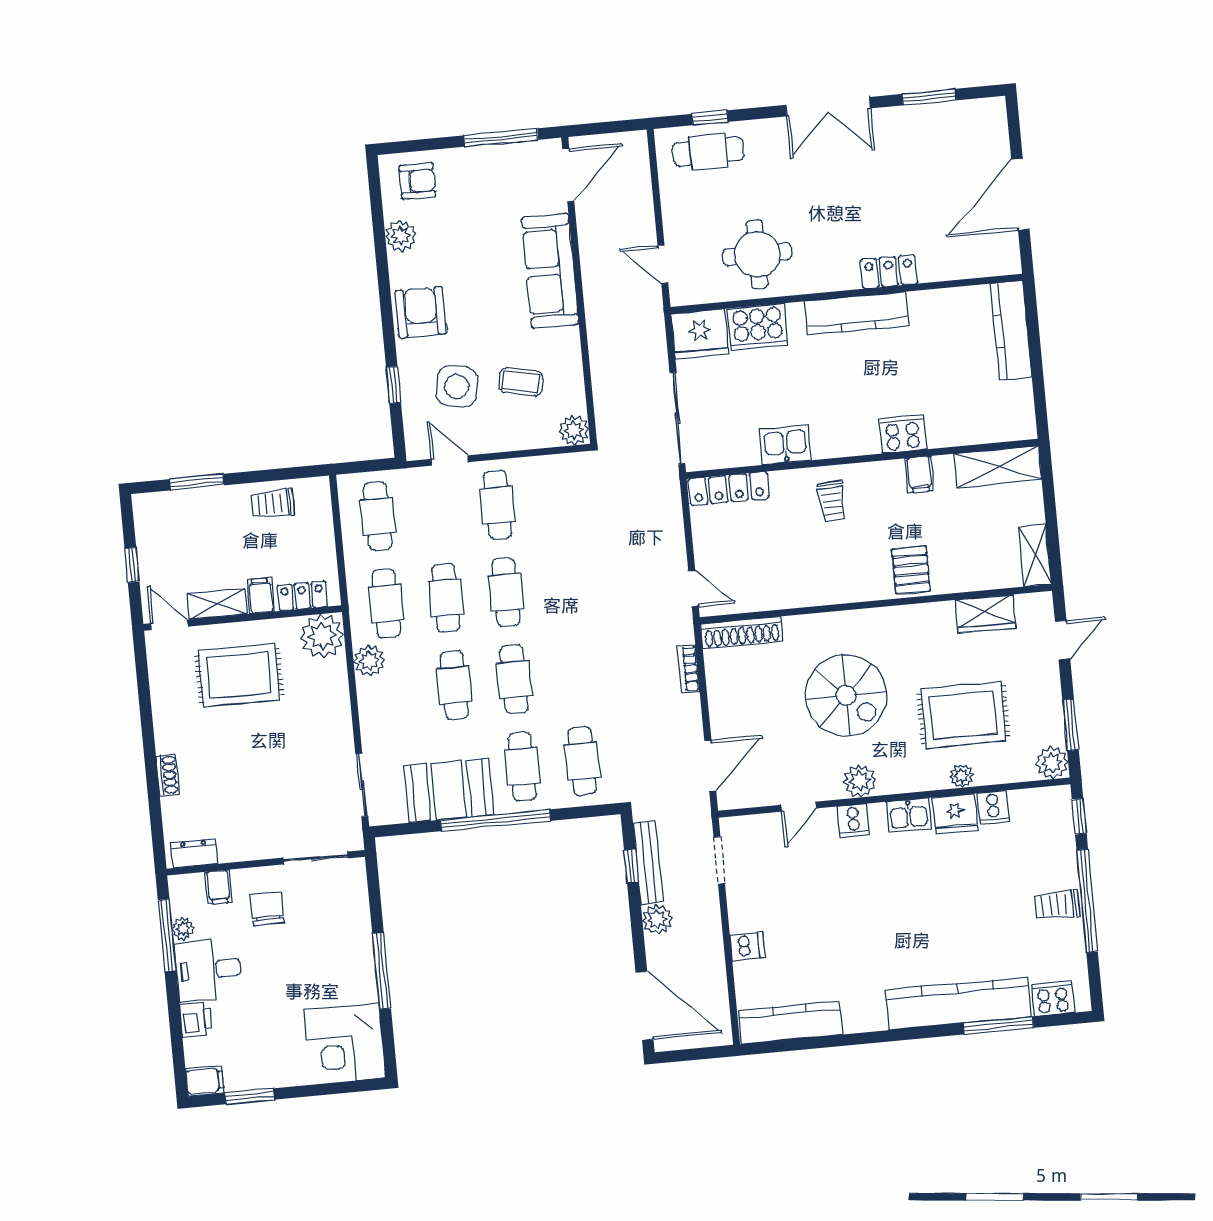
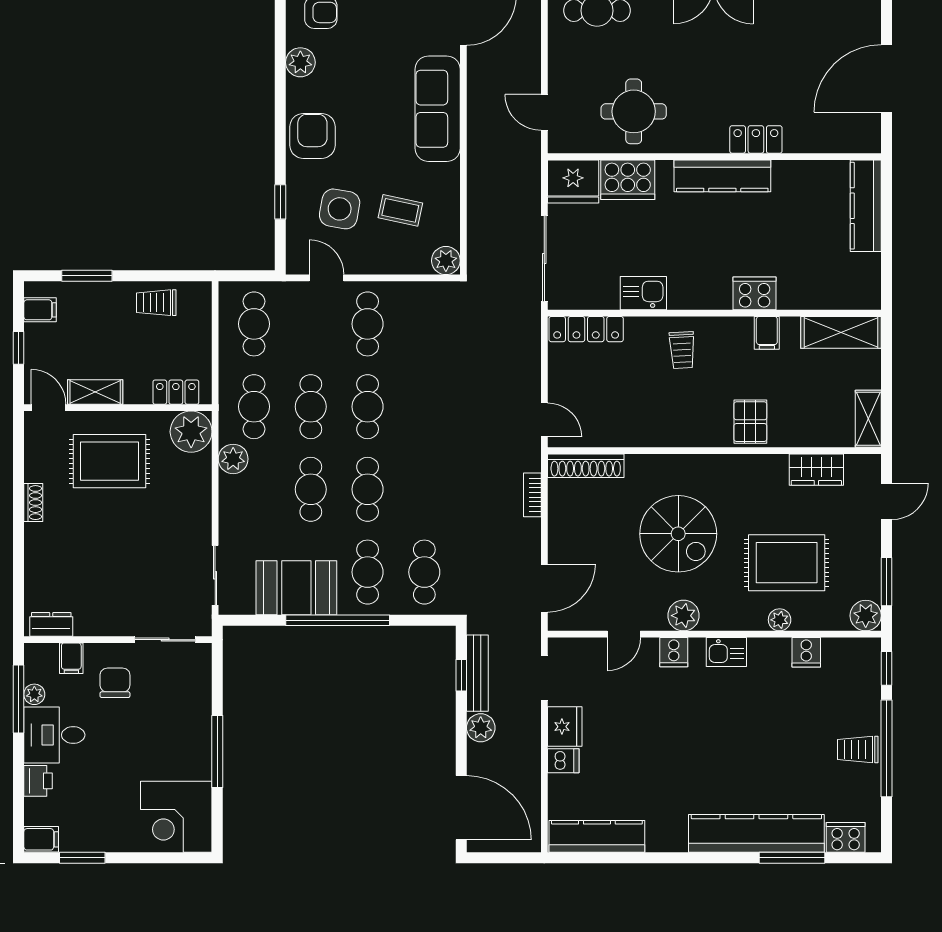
filing cabinet: (261, 596) -> (40, 310), moved, turned 90
shoe rack: (167, 775) -> (33, 503), moved
fridge: (955, 813) -> (565, 727), moved, turned -90

